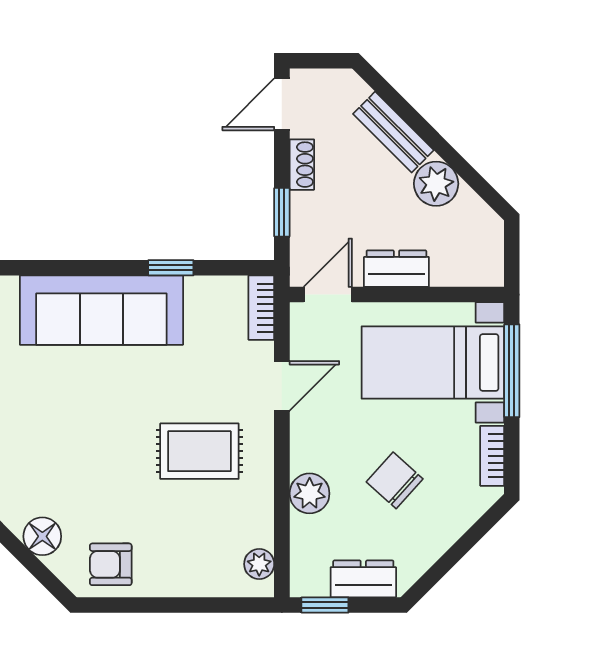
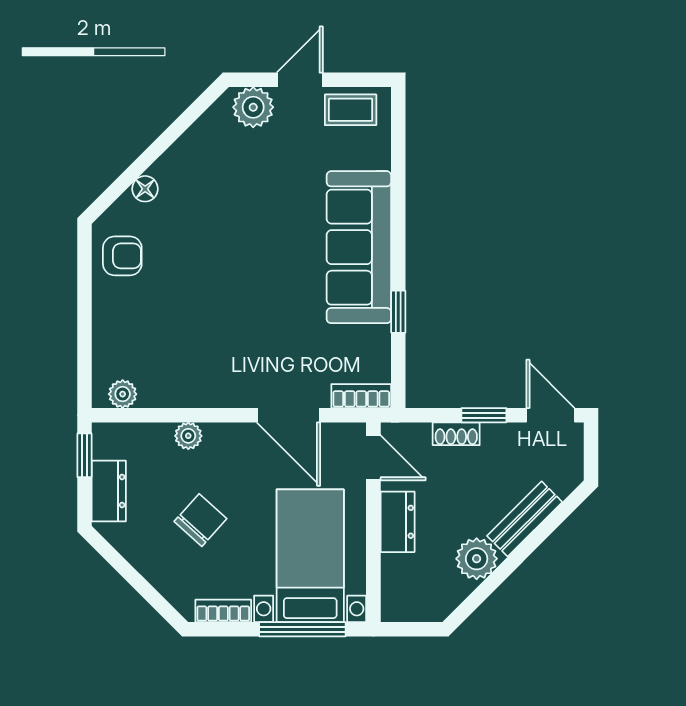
shoe rack: (302, 165) -> (456, 434), moved
window: (282, 212) -> (484, 415), moved
door: (282, 386) -> (288, 415), width x1.38
rug: (199, 451) -> (228, 338), removed
plant: (310, 493) -> (188, 436), width x0.73, depth x0.73
floor lamp: (42, 536) -> (145, 189), width x0.73, depth x0.73
armchair: (111, 564) -> (122, 256), turned 90

